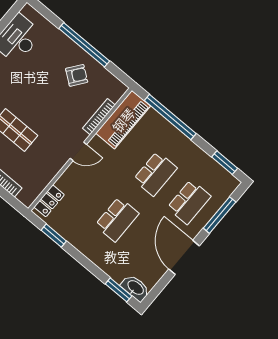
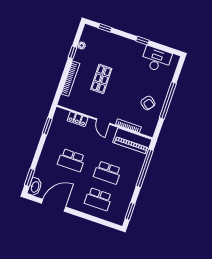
locker: (49, 201) -> (78, 119), moved
window: (220, 215) -> (98, 220), removed
door: (184, 257) -> (54, 205), moved

